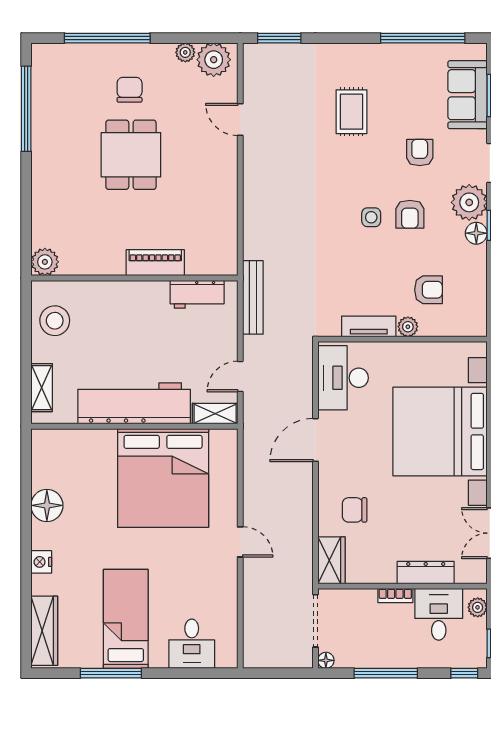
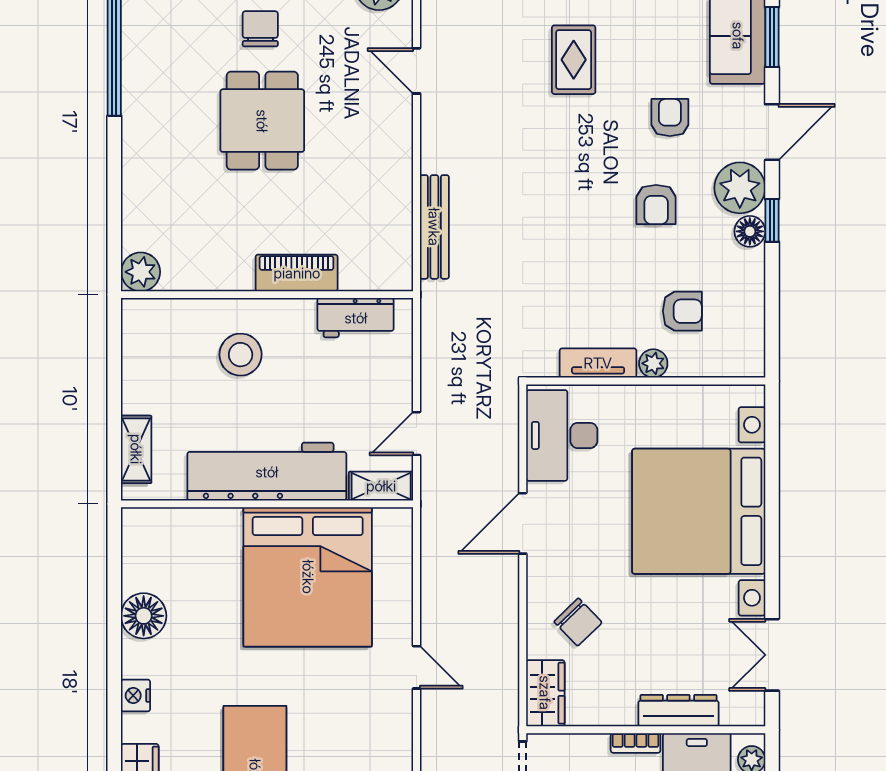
side table: (371, 217) -> (601, 209), removed
bench: (253, 297) -> (434, 227), moved
stool: (55, 321) -> (241, 355), moved
chair: (355, 510) -> (578, 622), turned -134

